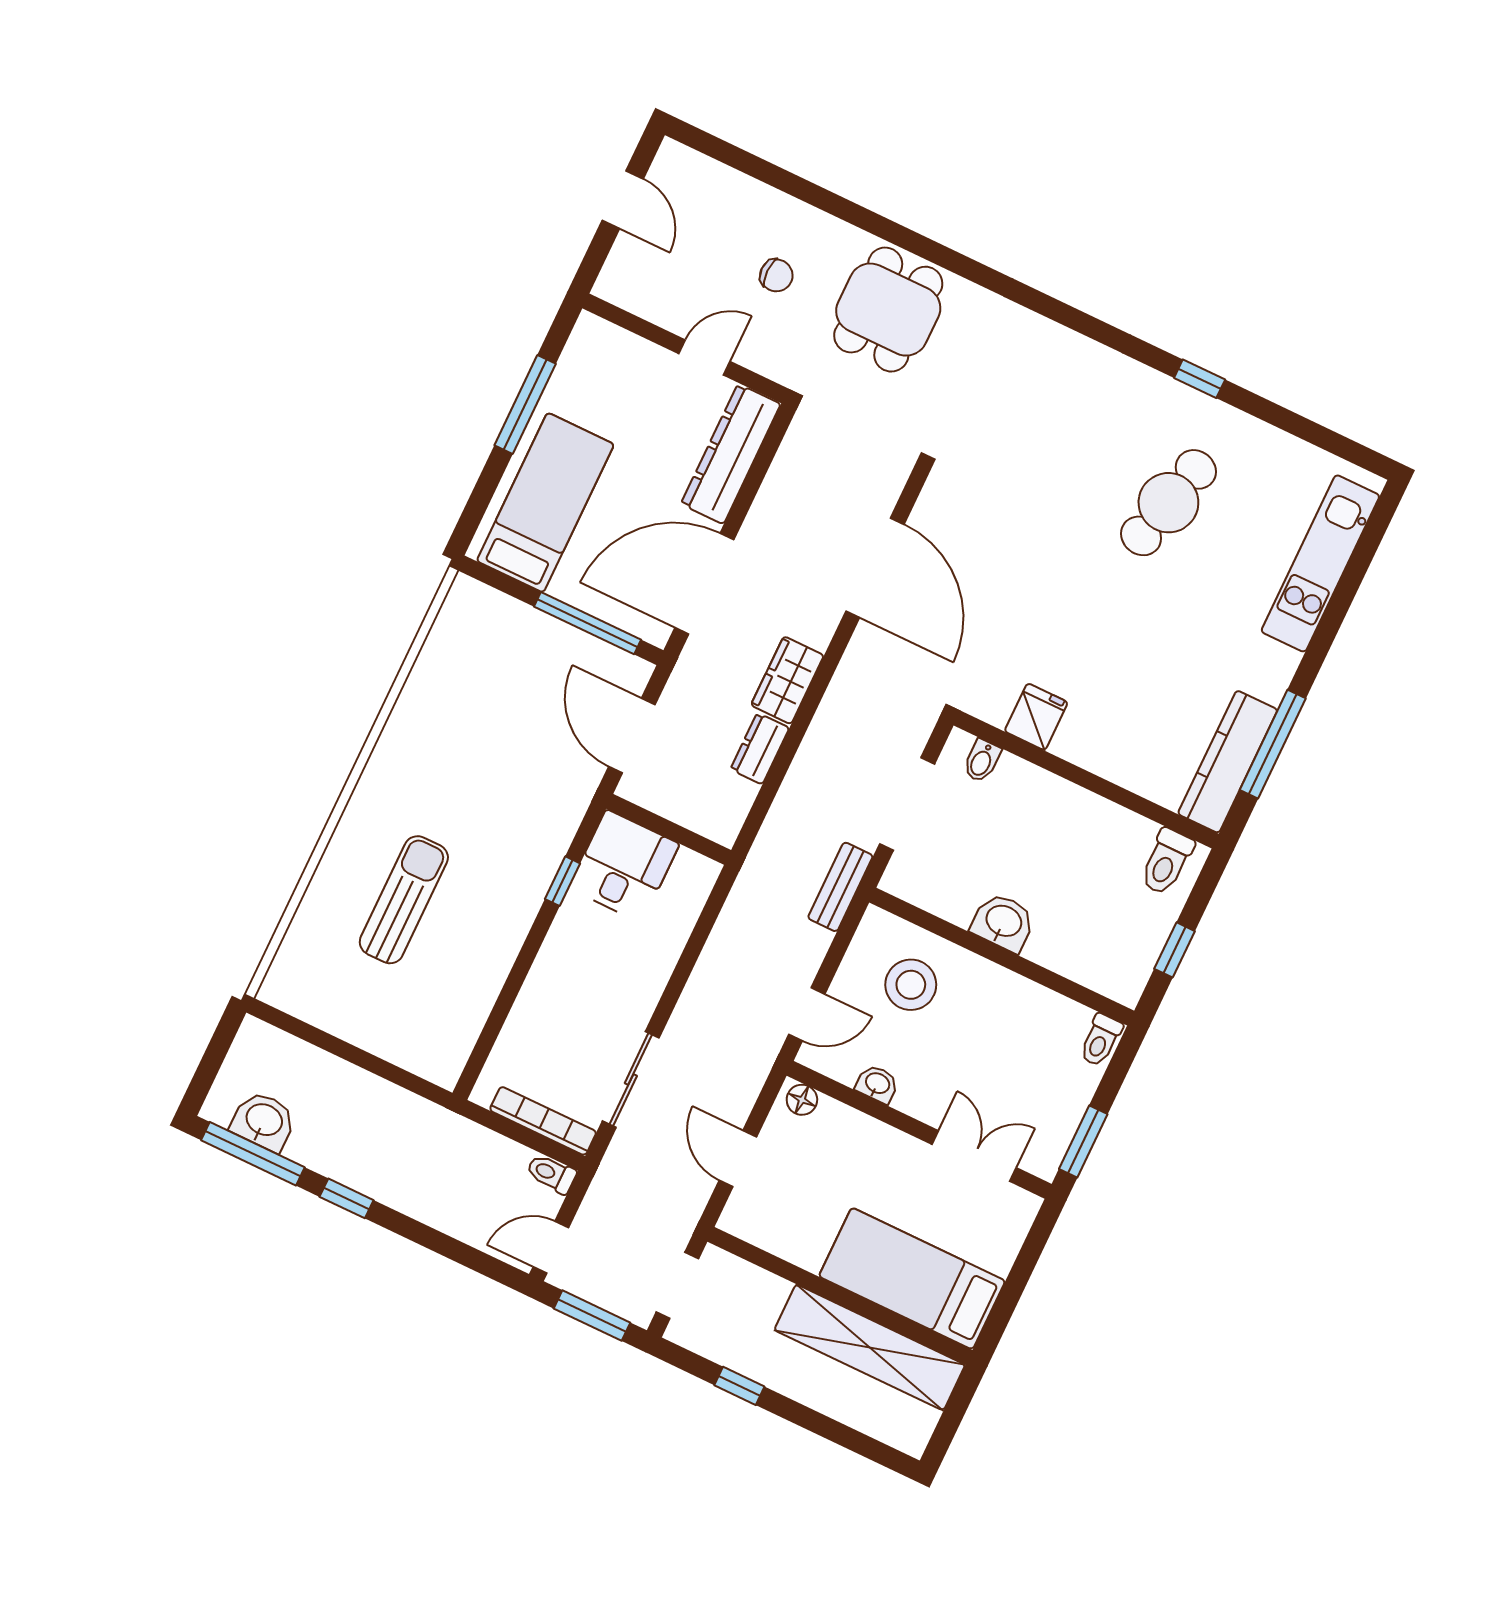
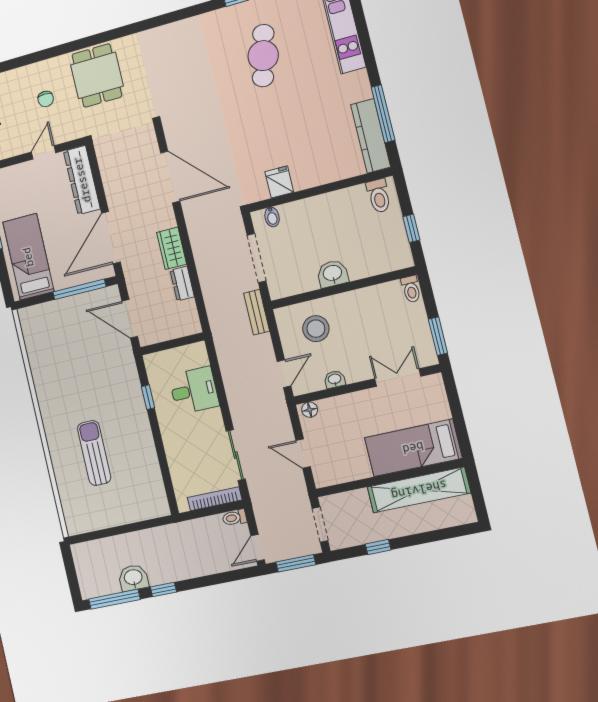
chair: (776, 275) -> (46, 99), turned 90
desk: (624, 866) -> (194, 391), moved, turned 90
washbasin: (264, 1121) -> (133, 578), moved

